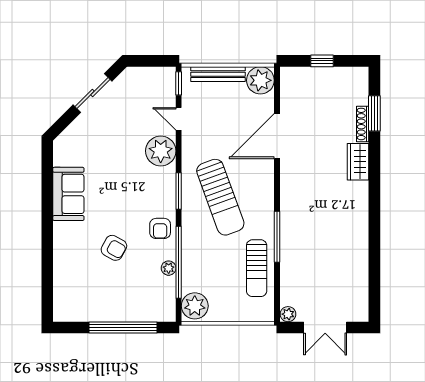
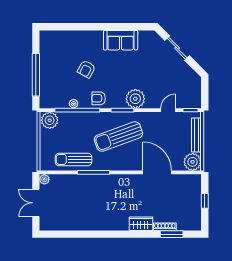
sliding door: (92, 93) -> (177, 48), moved
plant: (161, 151) -> (135, 99), moved

